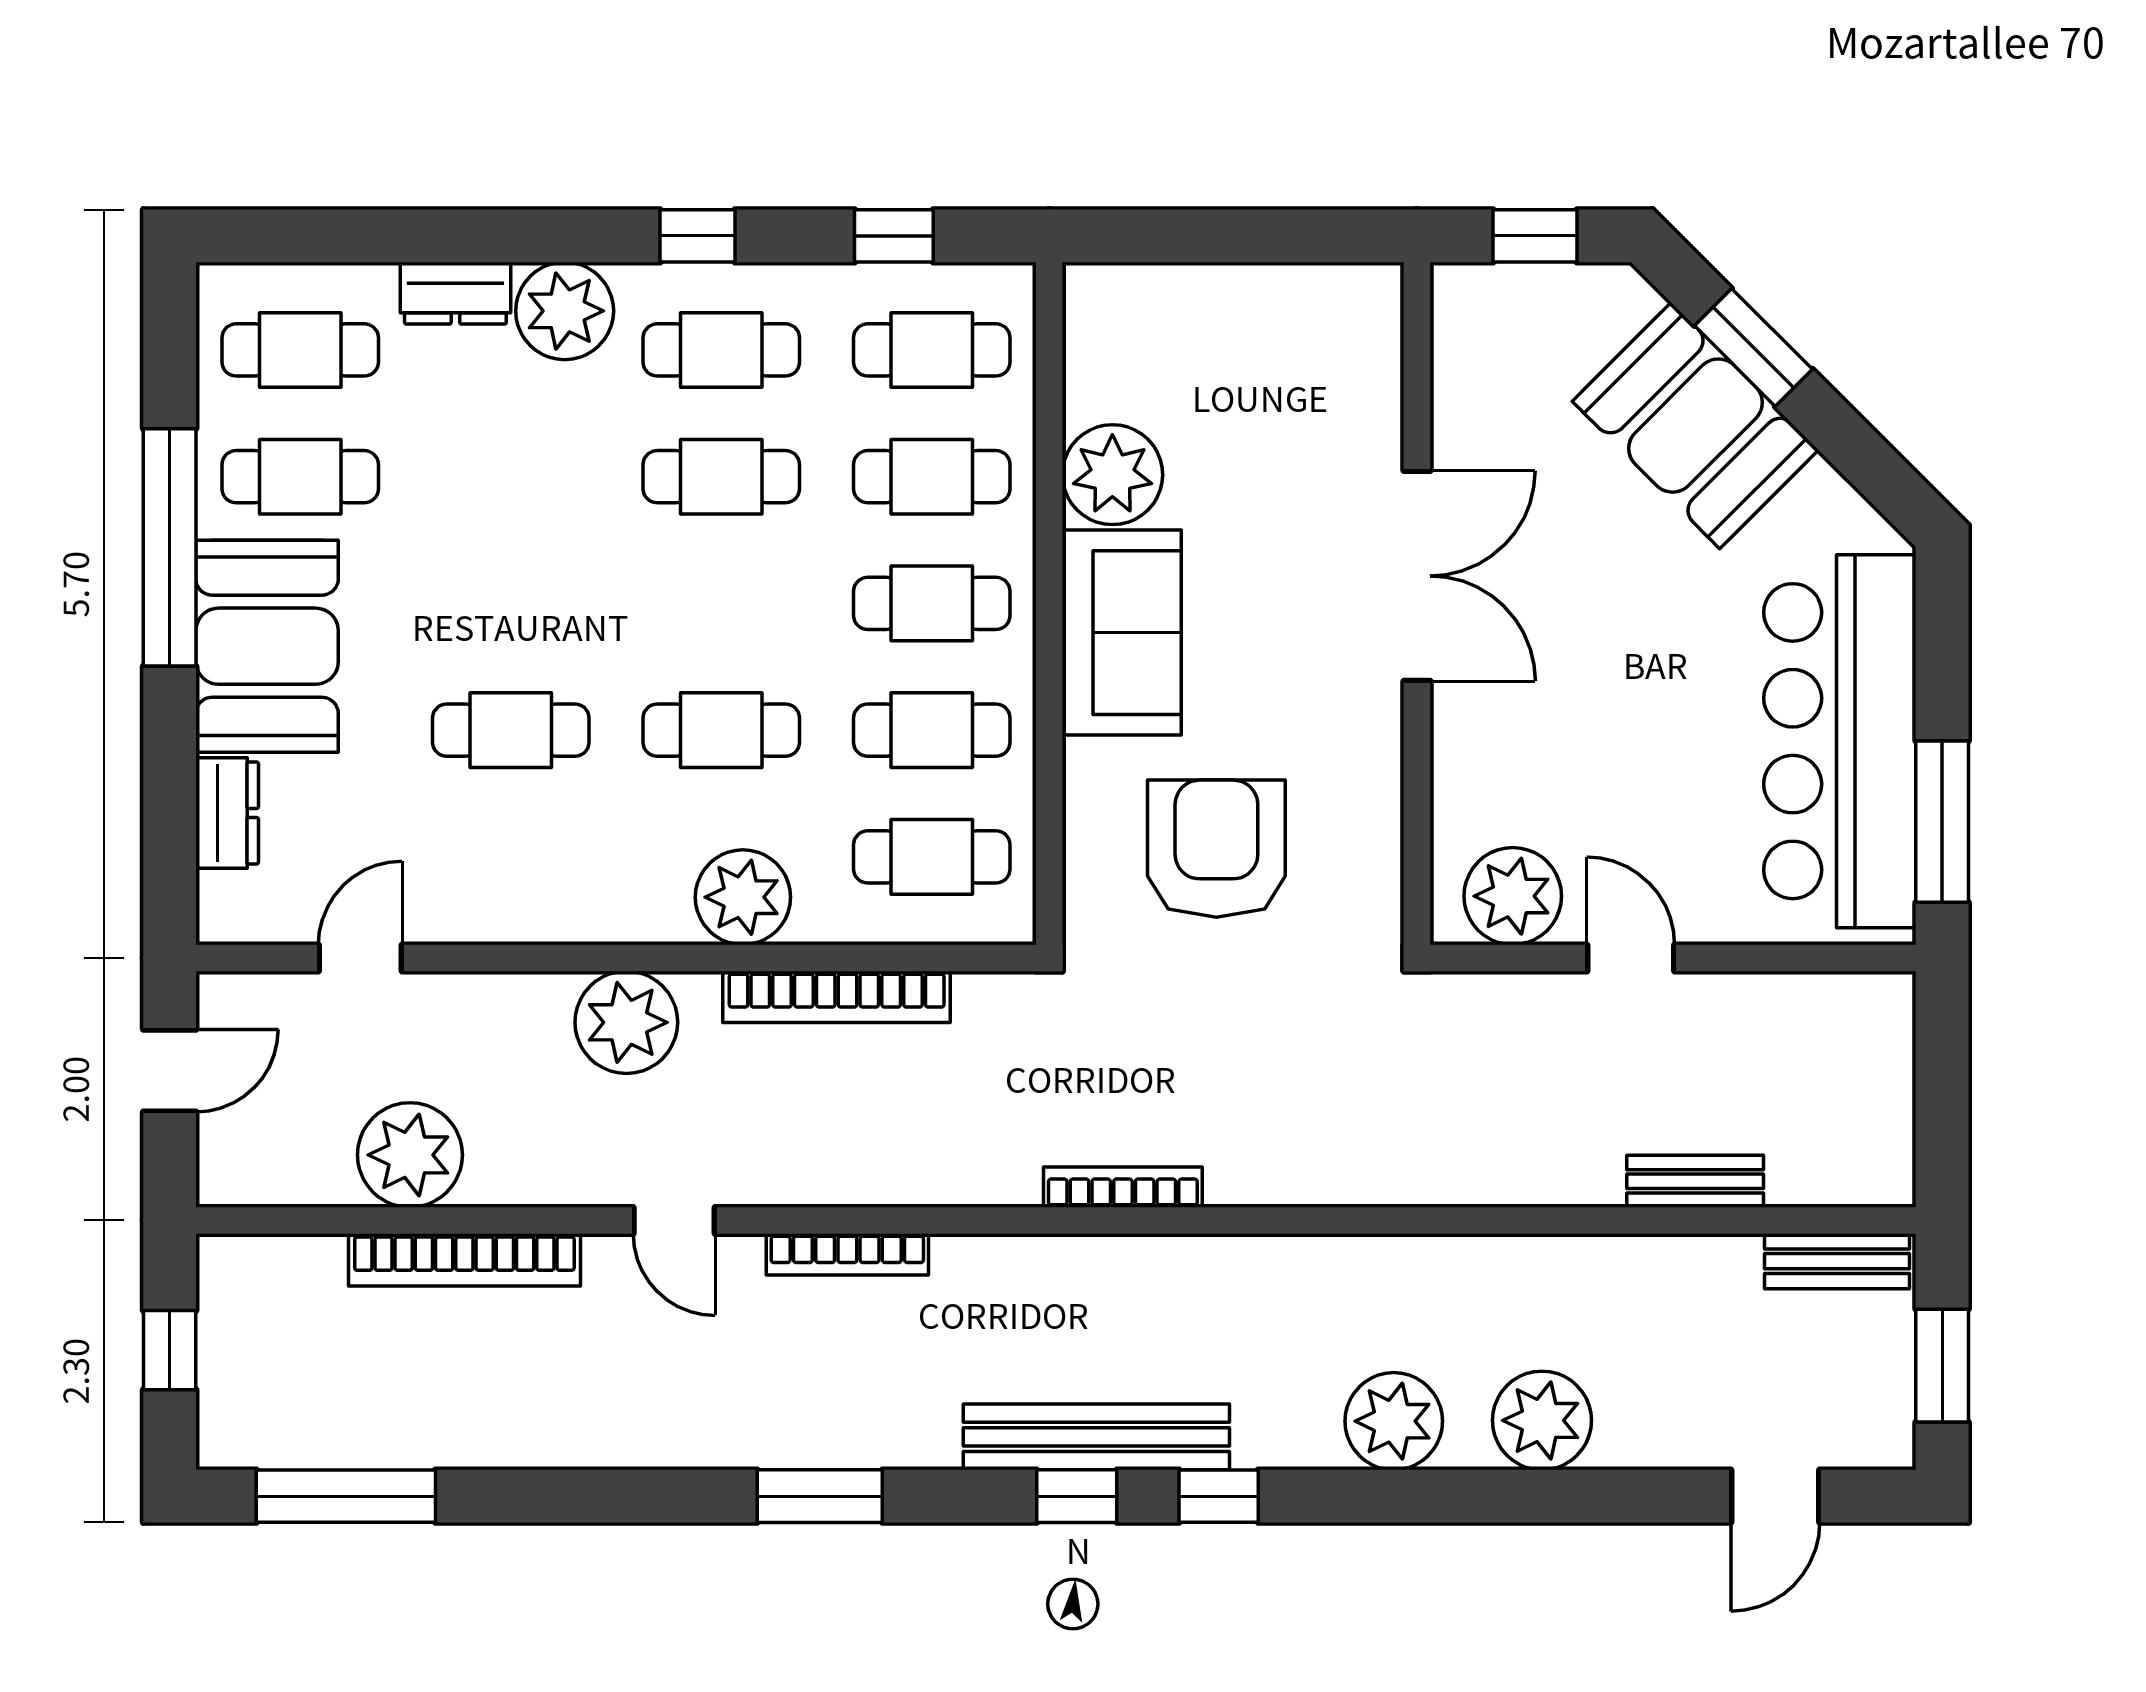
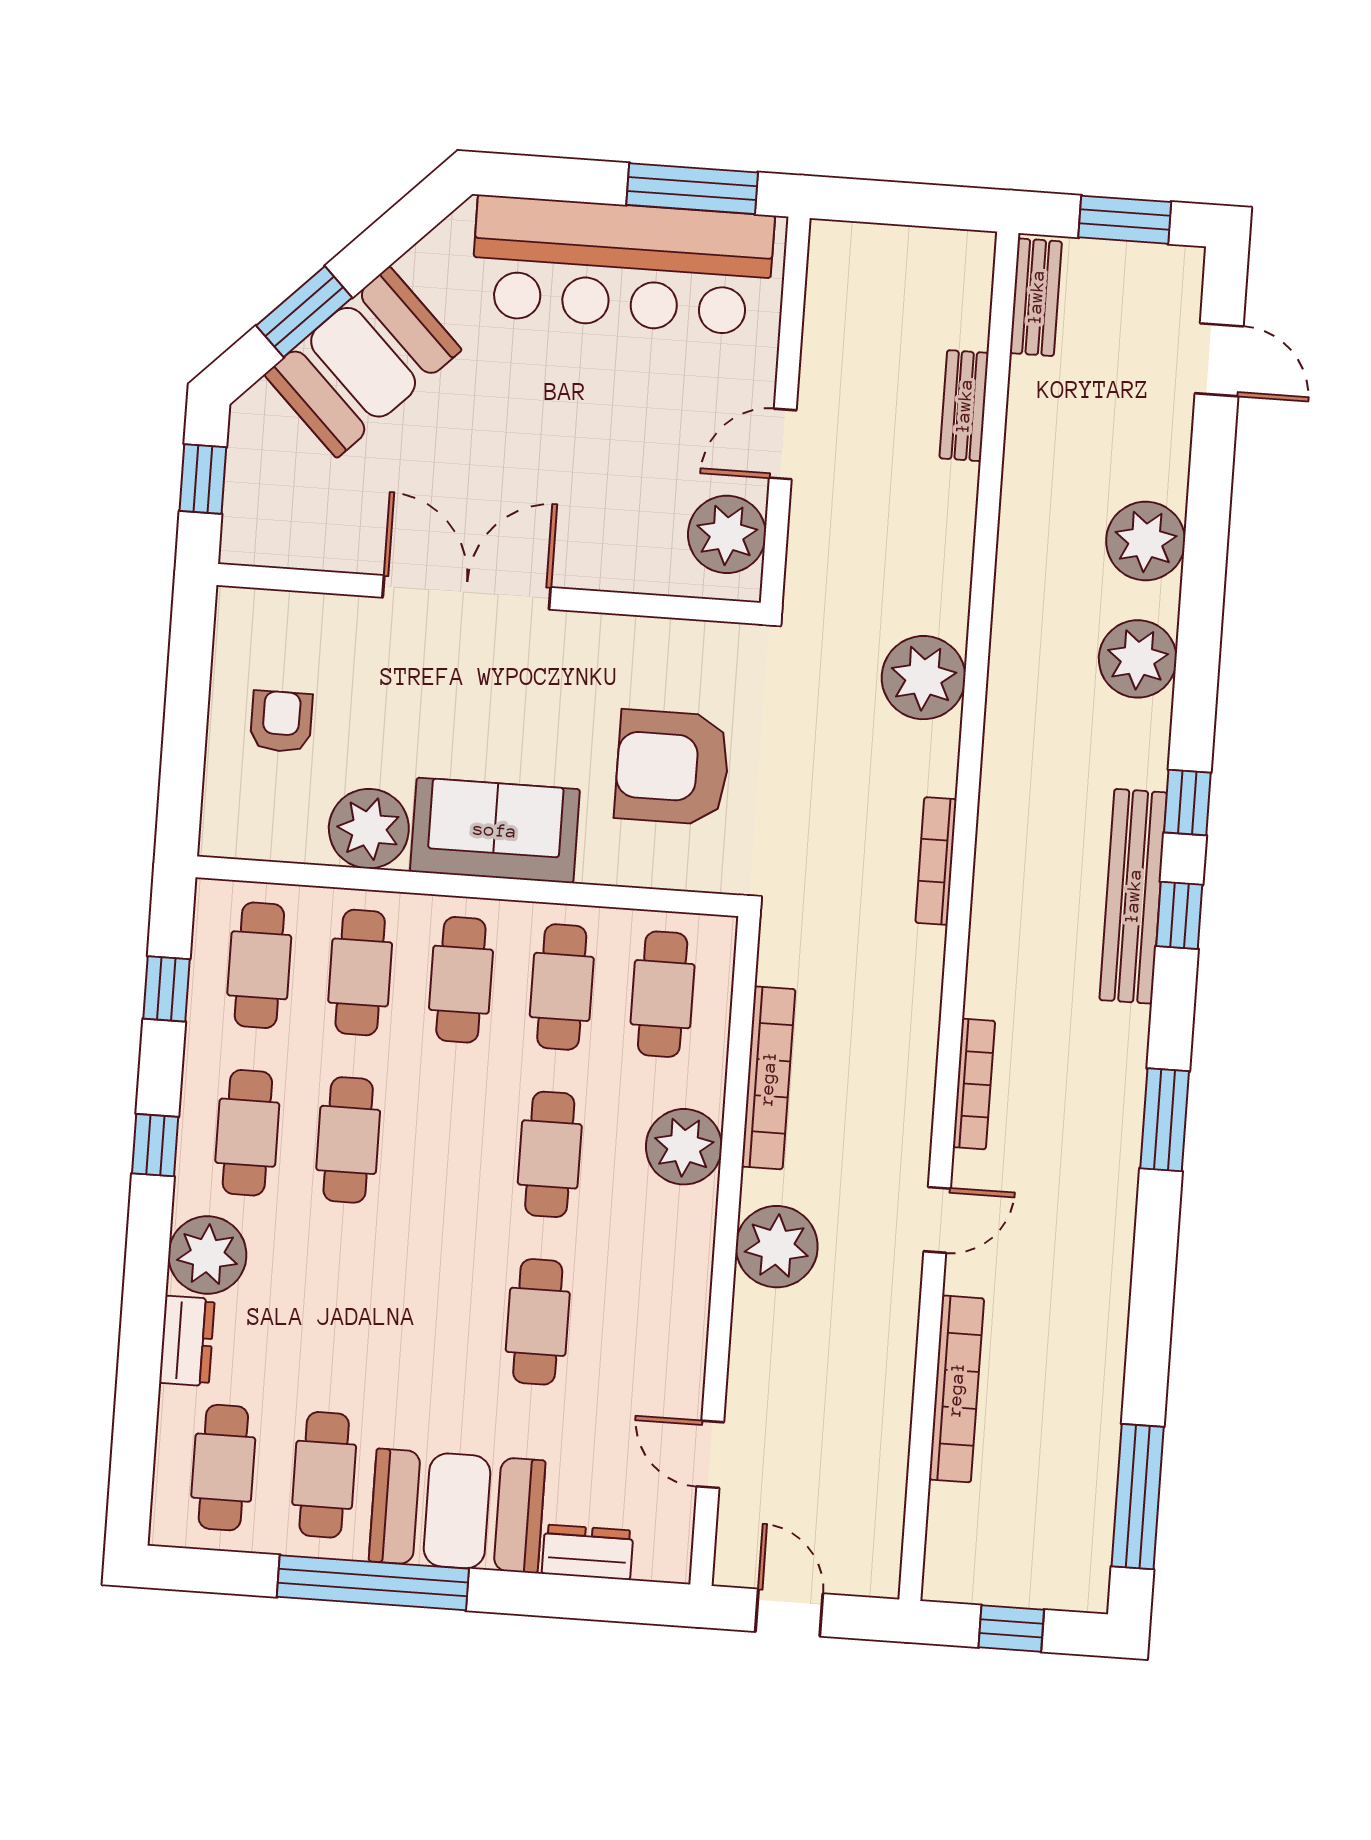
armchair: (1239, 355) -> (281, 722), added
plant: (410, 1155) -> (924, 678), moved

